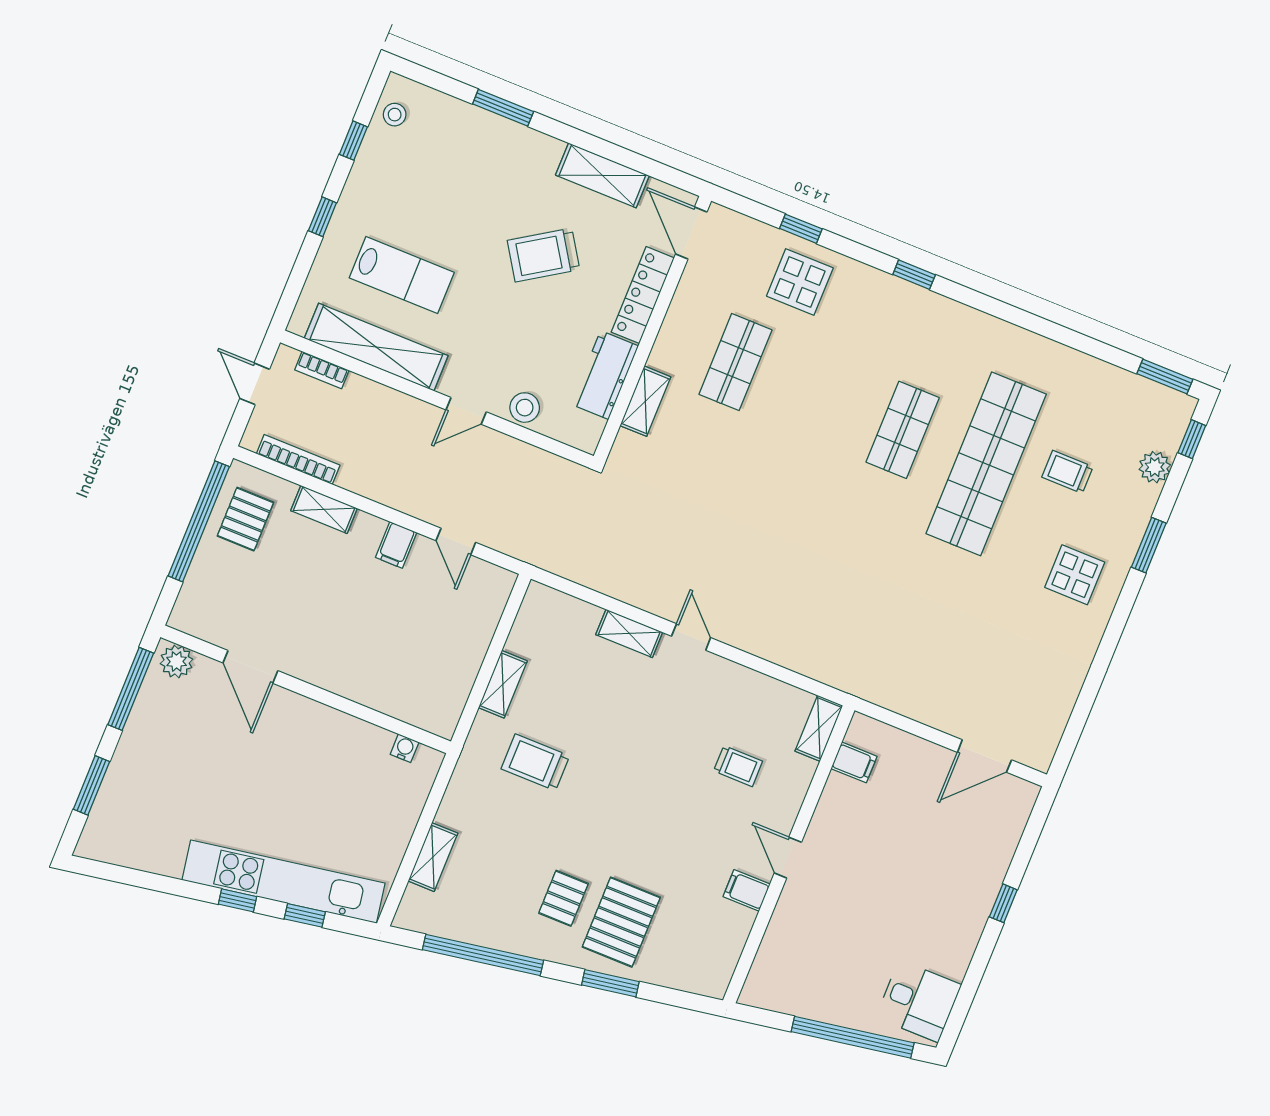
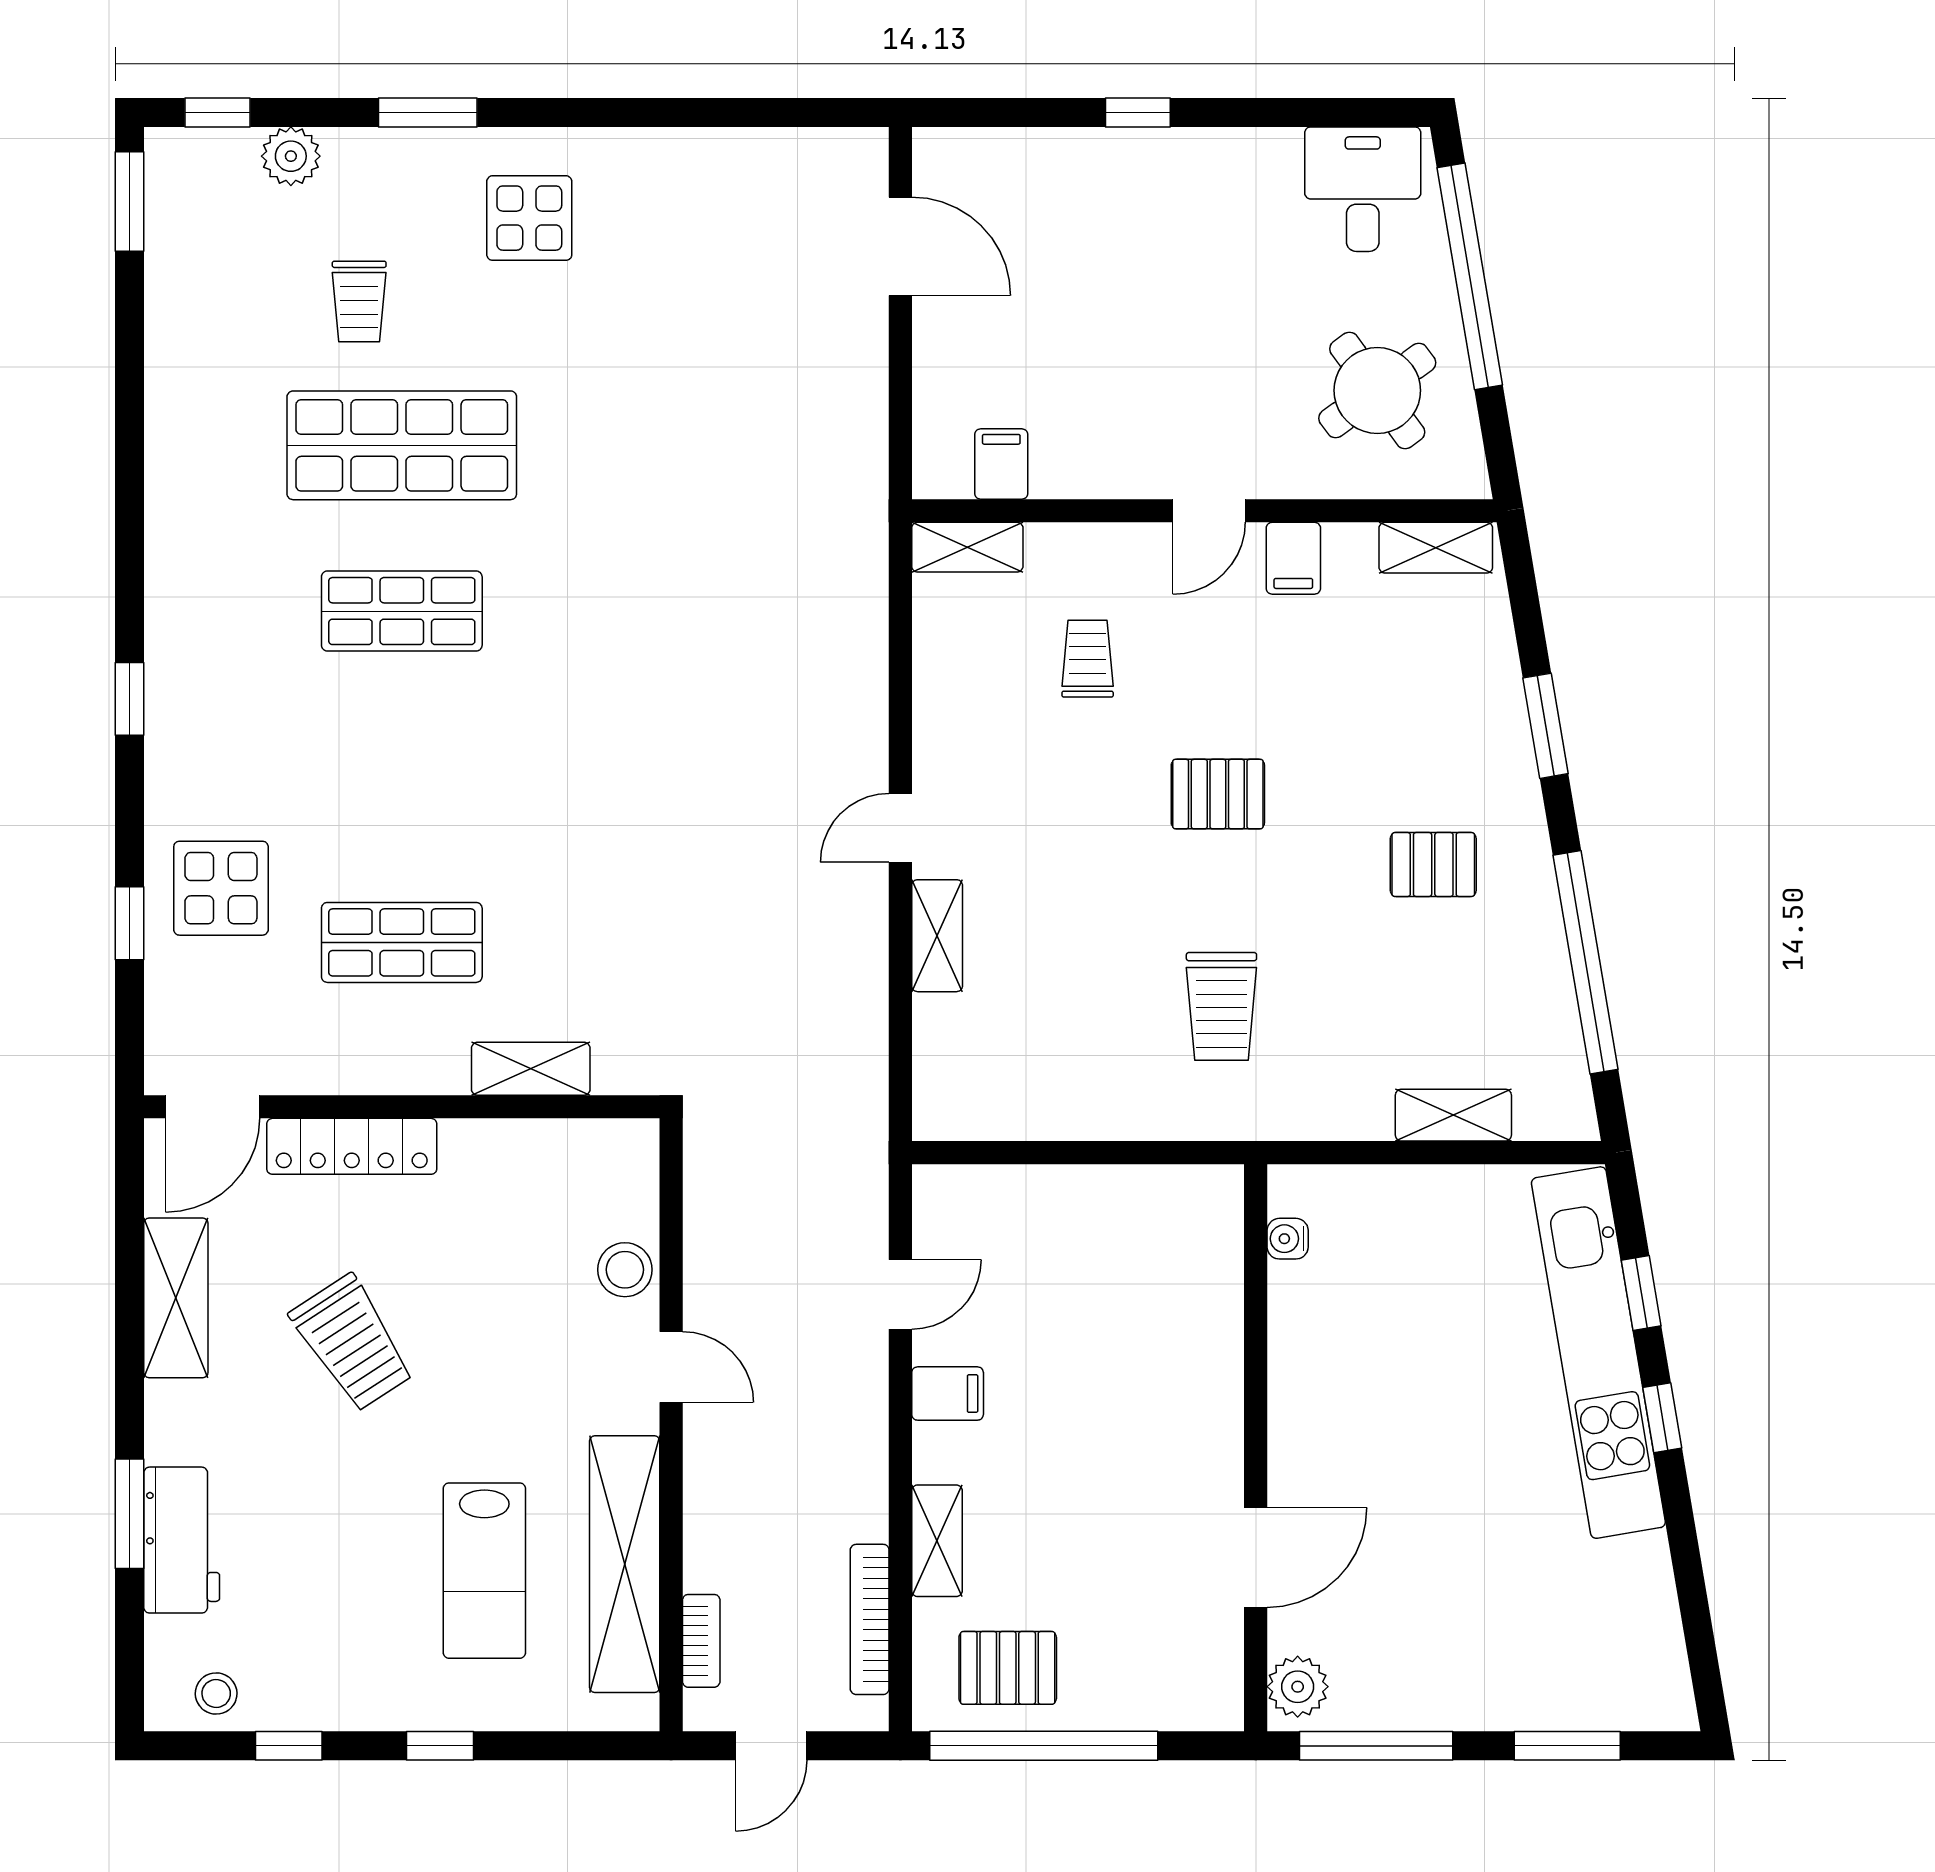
lab bench: (402, 275) -> (484, 1571), turned 180
workbench: (605, 375) -> (182, 1540), moved, turned -90
shop shelf: (986, 464) -> (402, 445), width x0.71
shelving: (503, 684) -> (1436, 548), moved
pallet: (621, 922) -> (1218, 794), moved, width x0.67, depth x0.71
round table: (814, 967) -> (1377, 390), added

